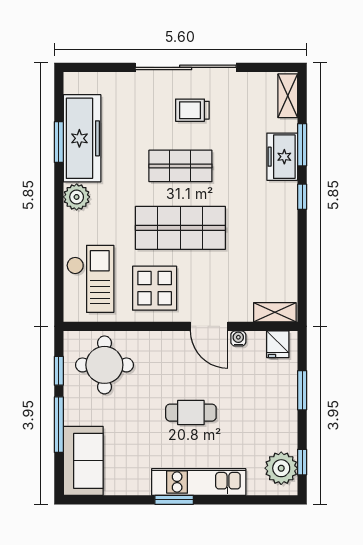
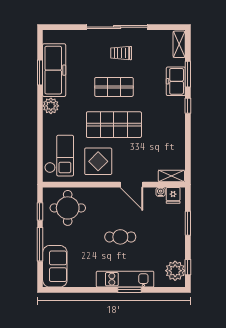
water cooler: (238, 338) -> (161, 192), moved
window: (174, 500) -> (130, 290), moved

